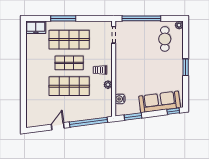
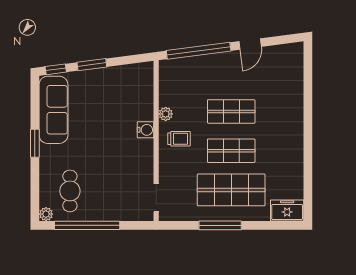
window: (63, 18) -> (220, 225), moved
window: (141, 18) -> (87, 225), moved
shop shelf: (69, 86) -> (231, 111), width x0.70, depth x0.74
water cooler: (120, 99) -> (146, 130), moved
sofa: (160, 102) -> (53, 110), moved, turned -83
window: (133, 116) -> (92, 65), moved

